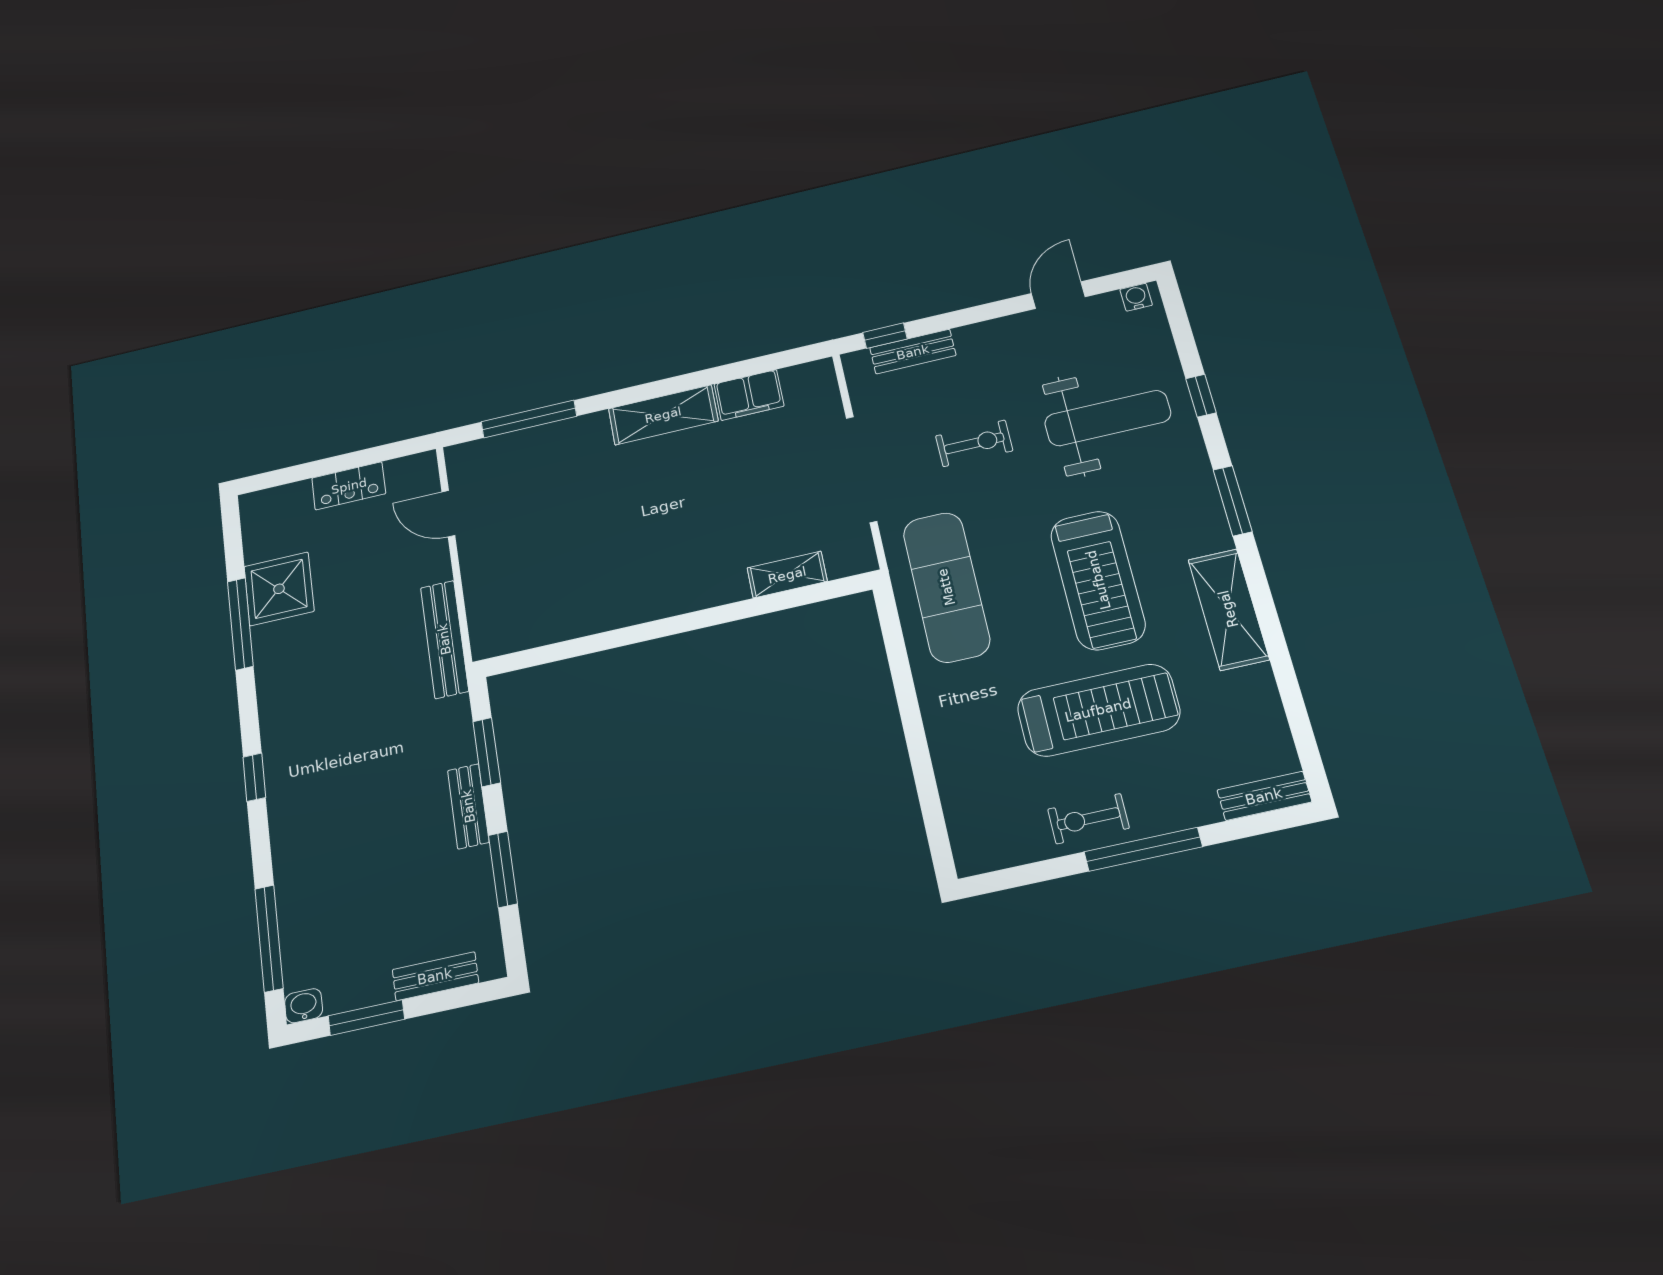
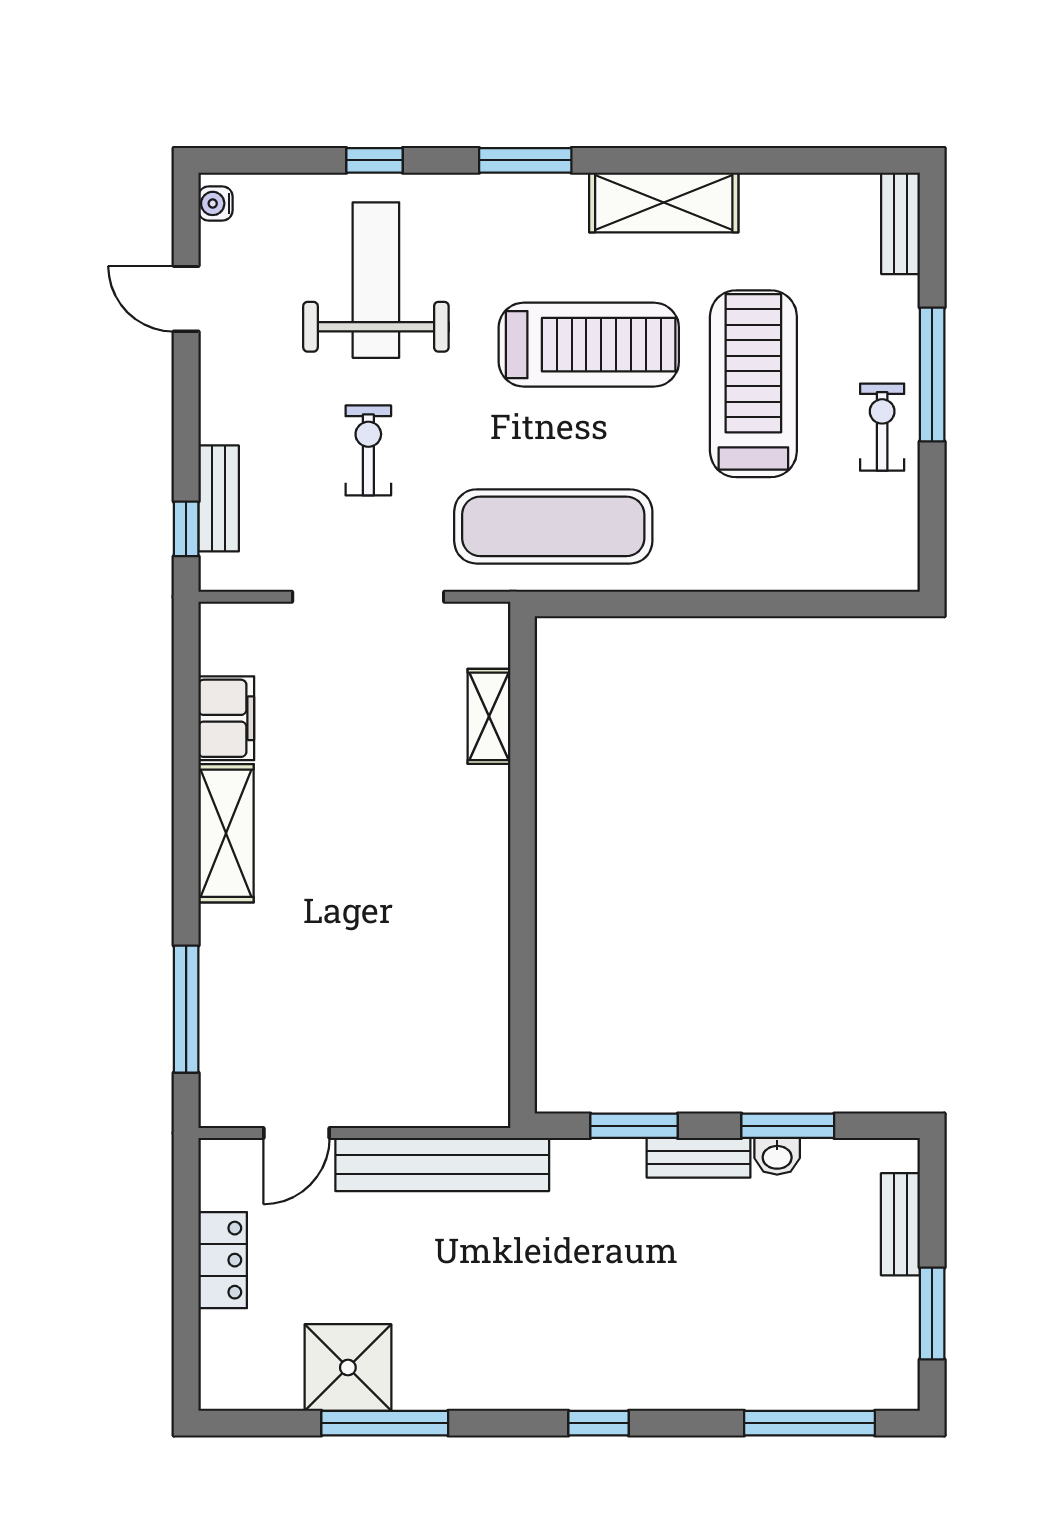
bench: (444, 639) -> (442, 1164), width x1.37, depth x1.21
exercise bike: (1088, 819) -> (882, 427), turned 180
washbasin: (304, 1006) -> (777, 1156), moved, turned -90

